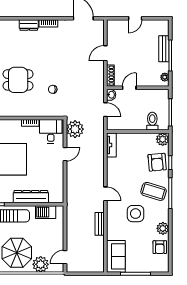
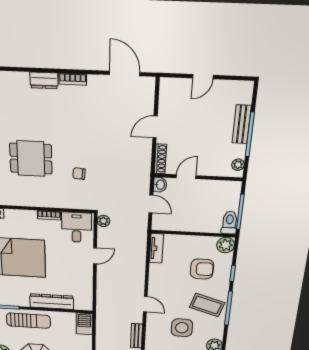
toilet: (152, 121) -> (229, 223), moved
plant: (75, 129) -> (103, 221), width x0.53, depth x0.53
armchair: (157, 162) -> (202, 269), moved, turned -85
barbecue: (46, 212) -> (84, 324), moved, turned 90

